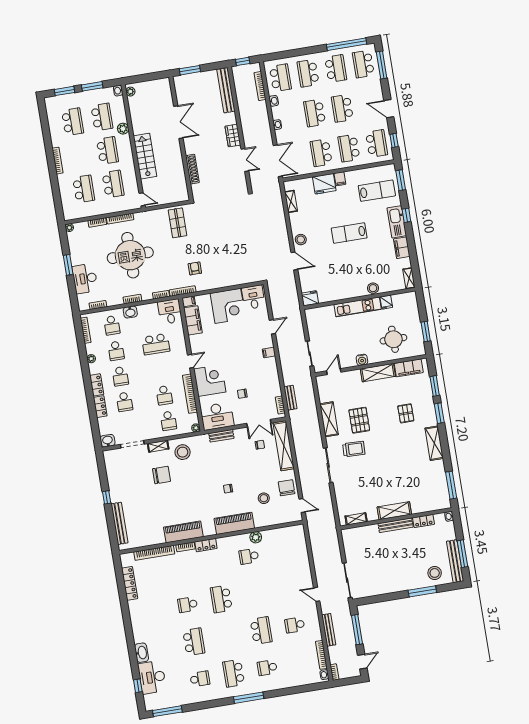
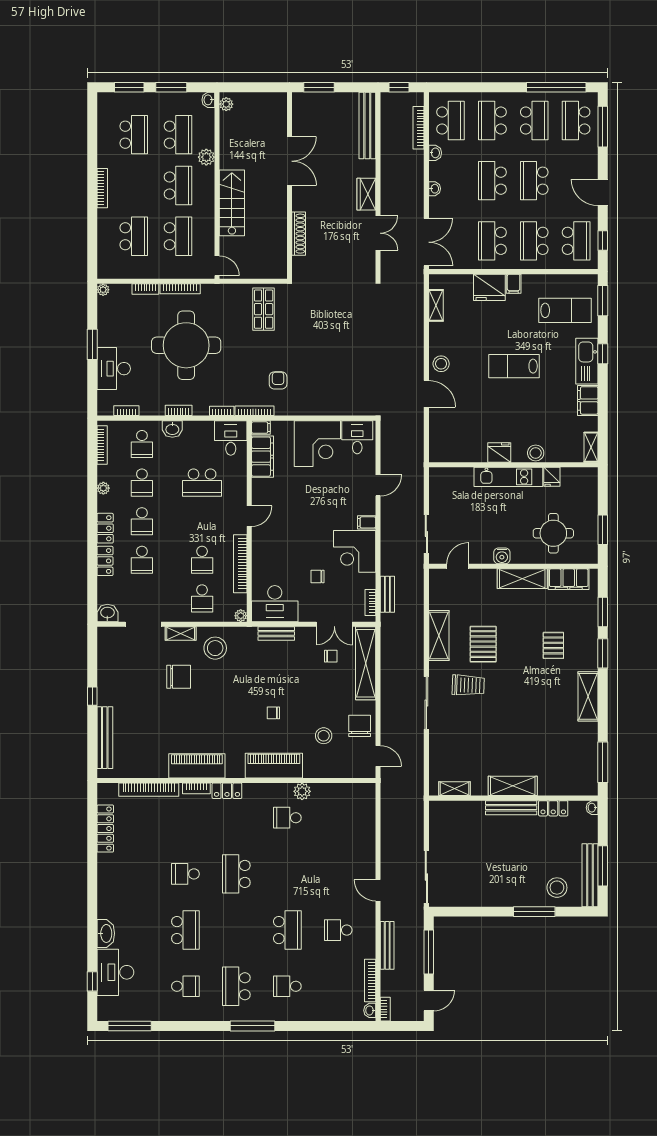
fridge: (310, 298) -> (499, 453), moved
corner desk: (210, 381) -> (355, 551), moved, turned 180

